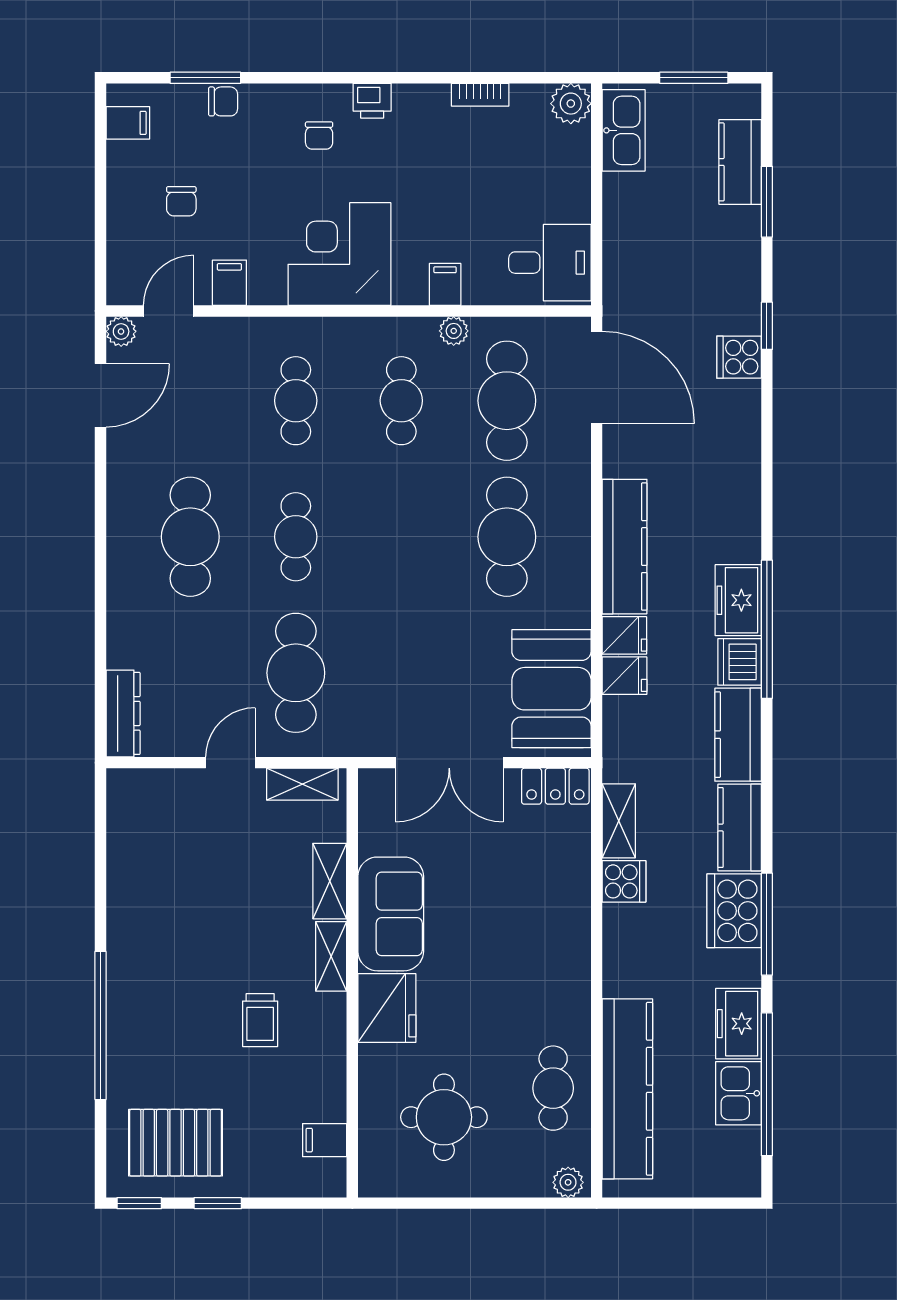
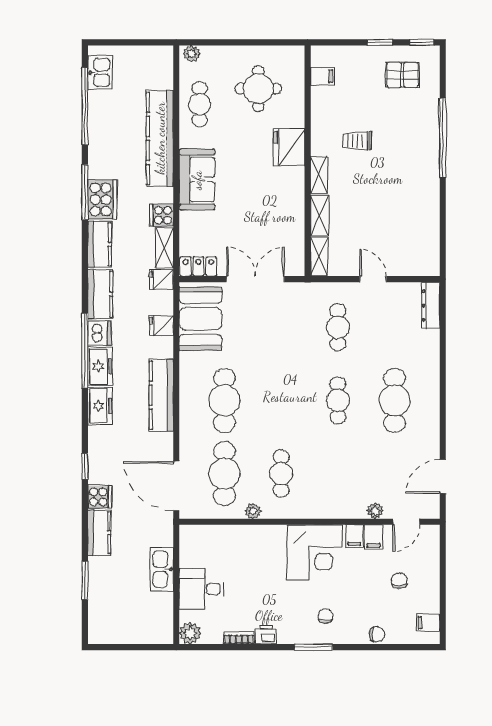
window: (205, 78) -> (313, 647), moved
window: (694, 78) -> (124, 647), removed
chair: (223, 101) -> (377, 634), turned 180
printer: (372, 101) -> (266, 635), moved
kitchen sink: (624, 130) -> (162, 569), moved
kitchen counter: (740, 162) -> (99, 533), moved
desk: (550, 263) -> (201, 589), moved
filing cabinet: (445, 284) -> (354, 536), moved
window: (767, 326) -> (85, 466), moved
plant: (121, 331) -> (375, 511), moved
cafe table: (296, 401) -> (338, 474), removed
fridge: (624, 635) -> (161, 279), moved
cafe table: (296, 673) -> (338, 327), width x0.73, depth x0.74
door: (230, 763) -> (373, 279), swing flipped
shelving: (302, 784) -> (319, 256), moved, turned 90
sofa: (391, 914) -> (197, 180), moved, turned 180
trolley: (260, 1020) -> (357, 141), turned -90
freezer: (738, 1024) -> (100, 406), moved
kitchen counter: (627, 1089) -> (160, 138), moved
kitchen sink: (738, 1093) -> (100, 72), moved
pallet: (176, 1143) -> (402, 75), width x0.67, depth x0.71

